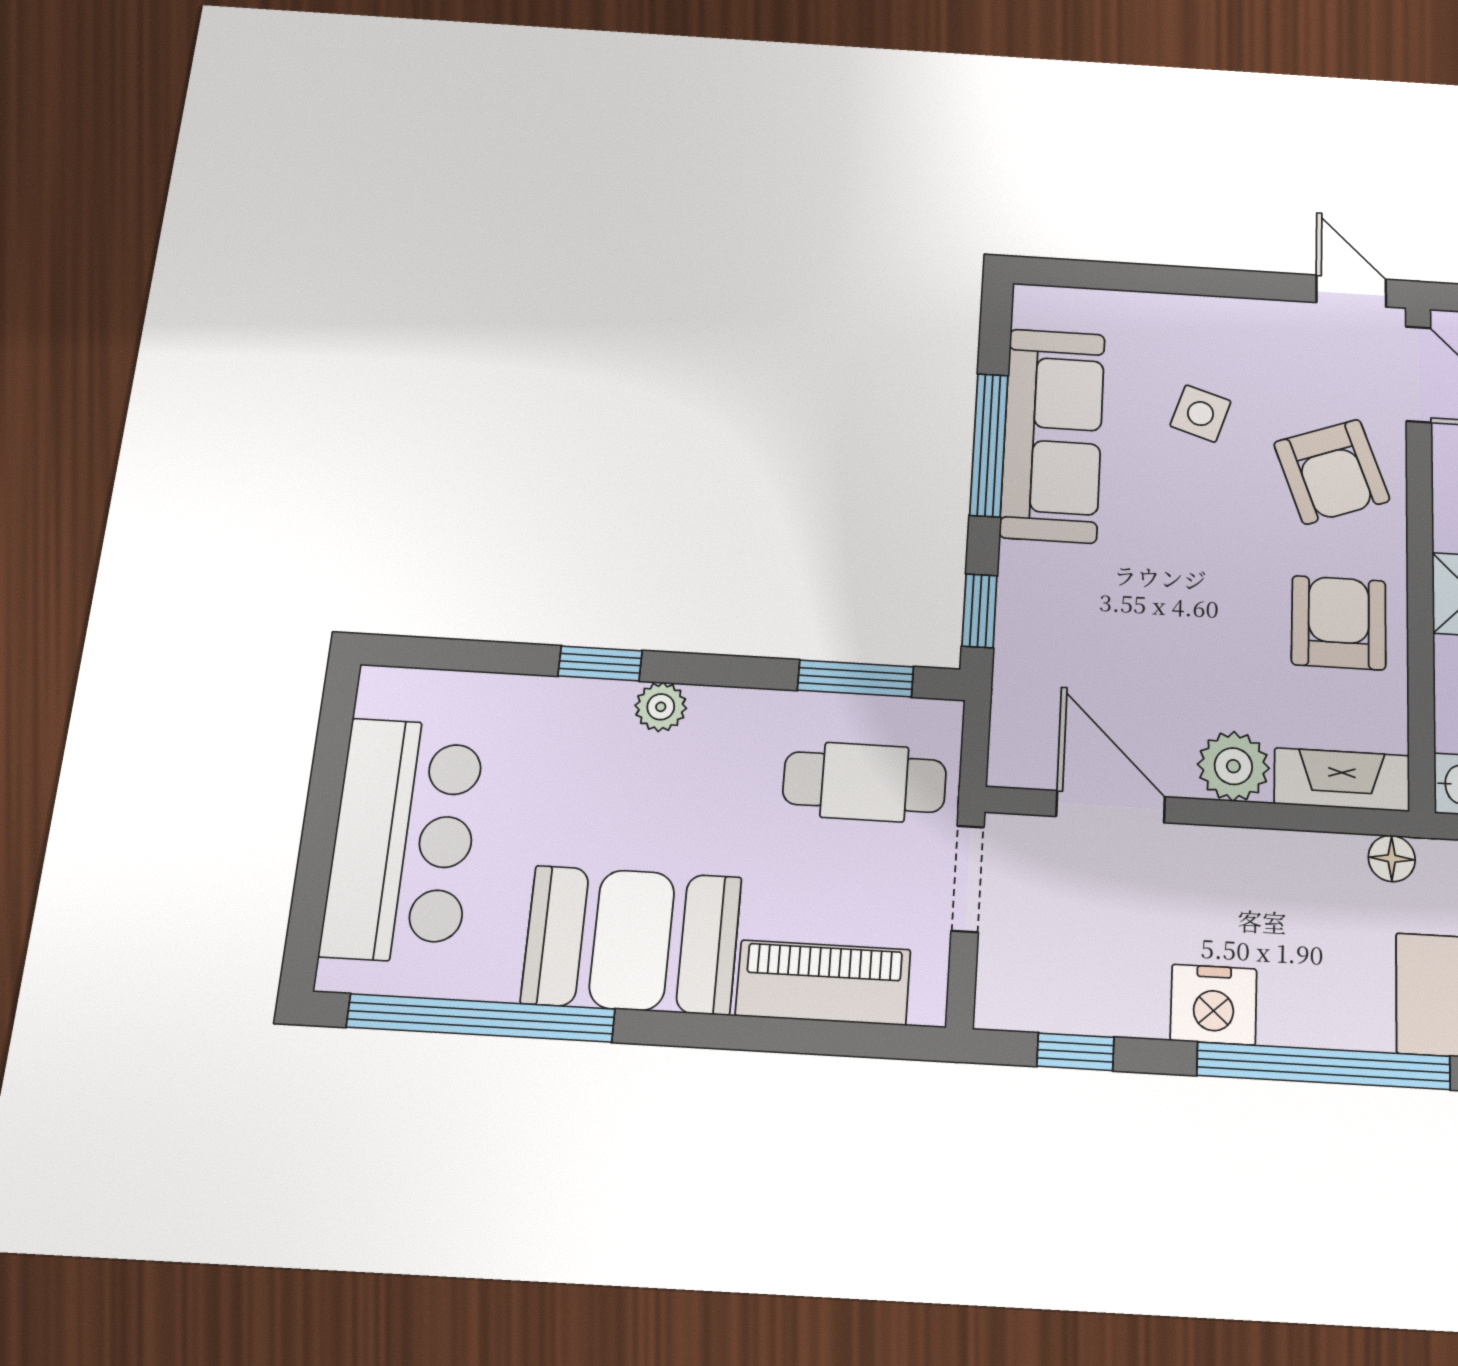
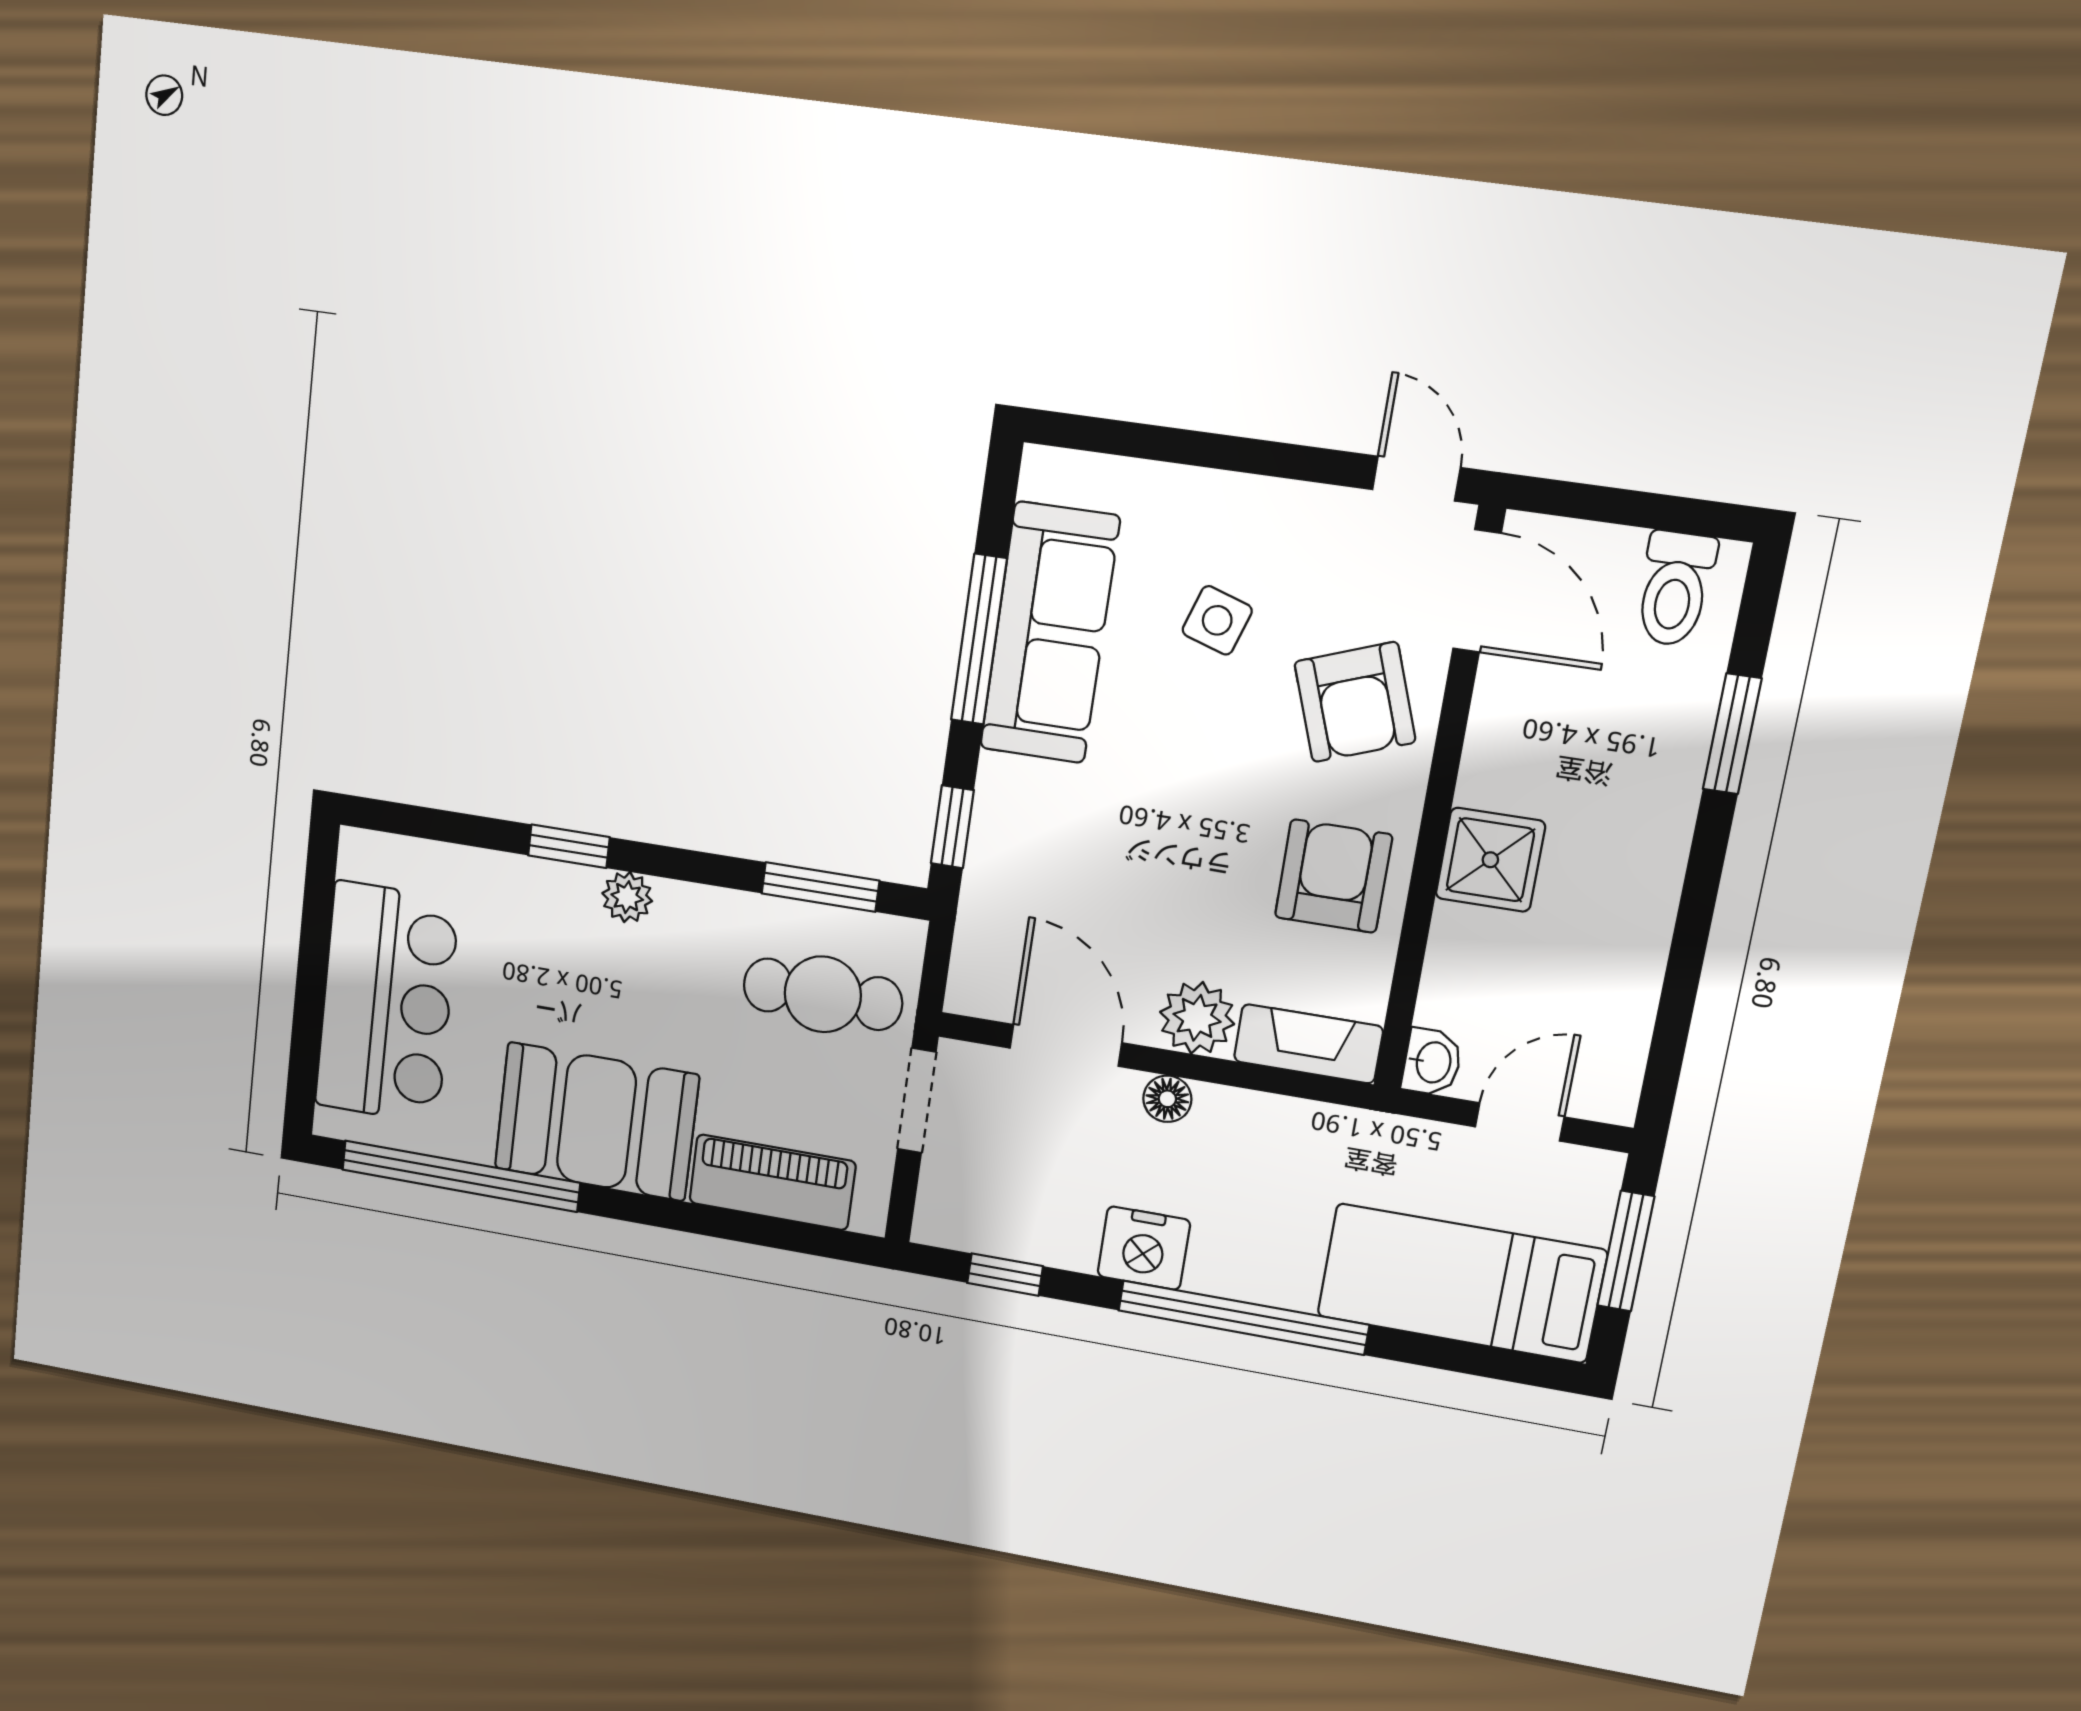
floor lamp: (1392, 858) -> (1167, 1099), moved

